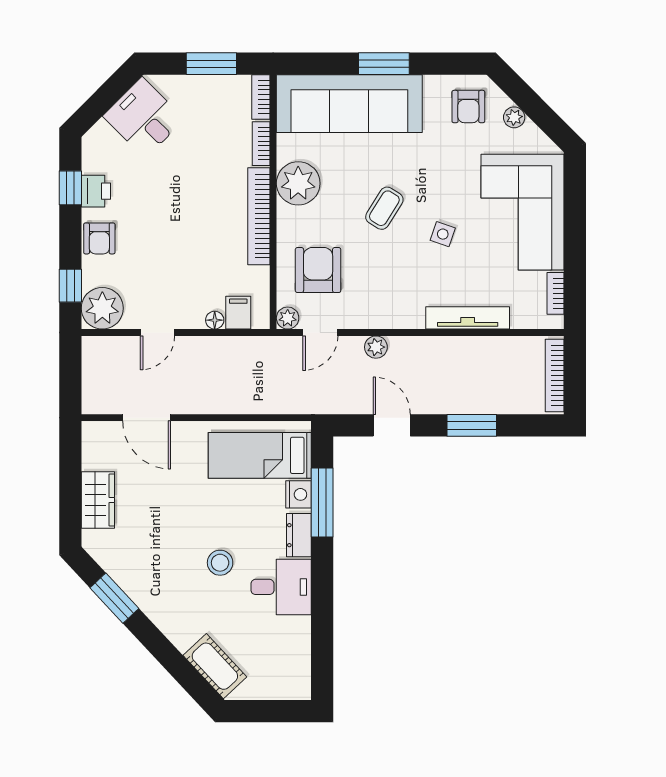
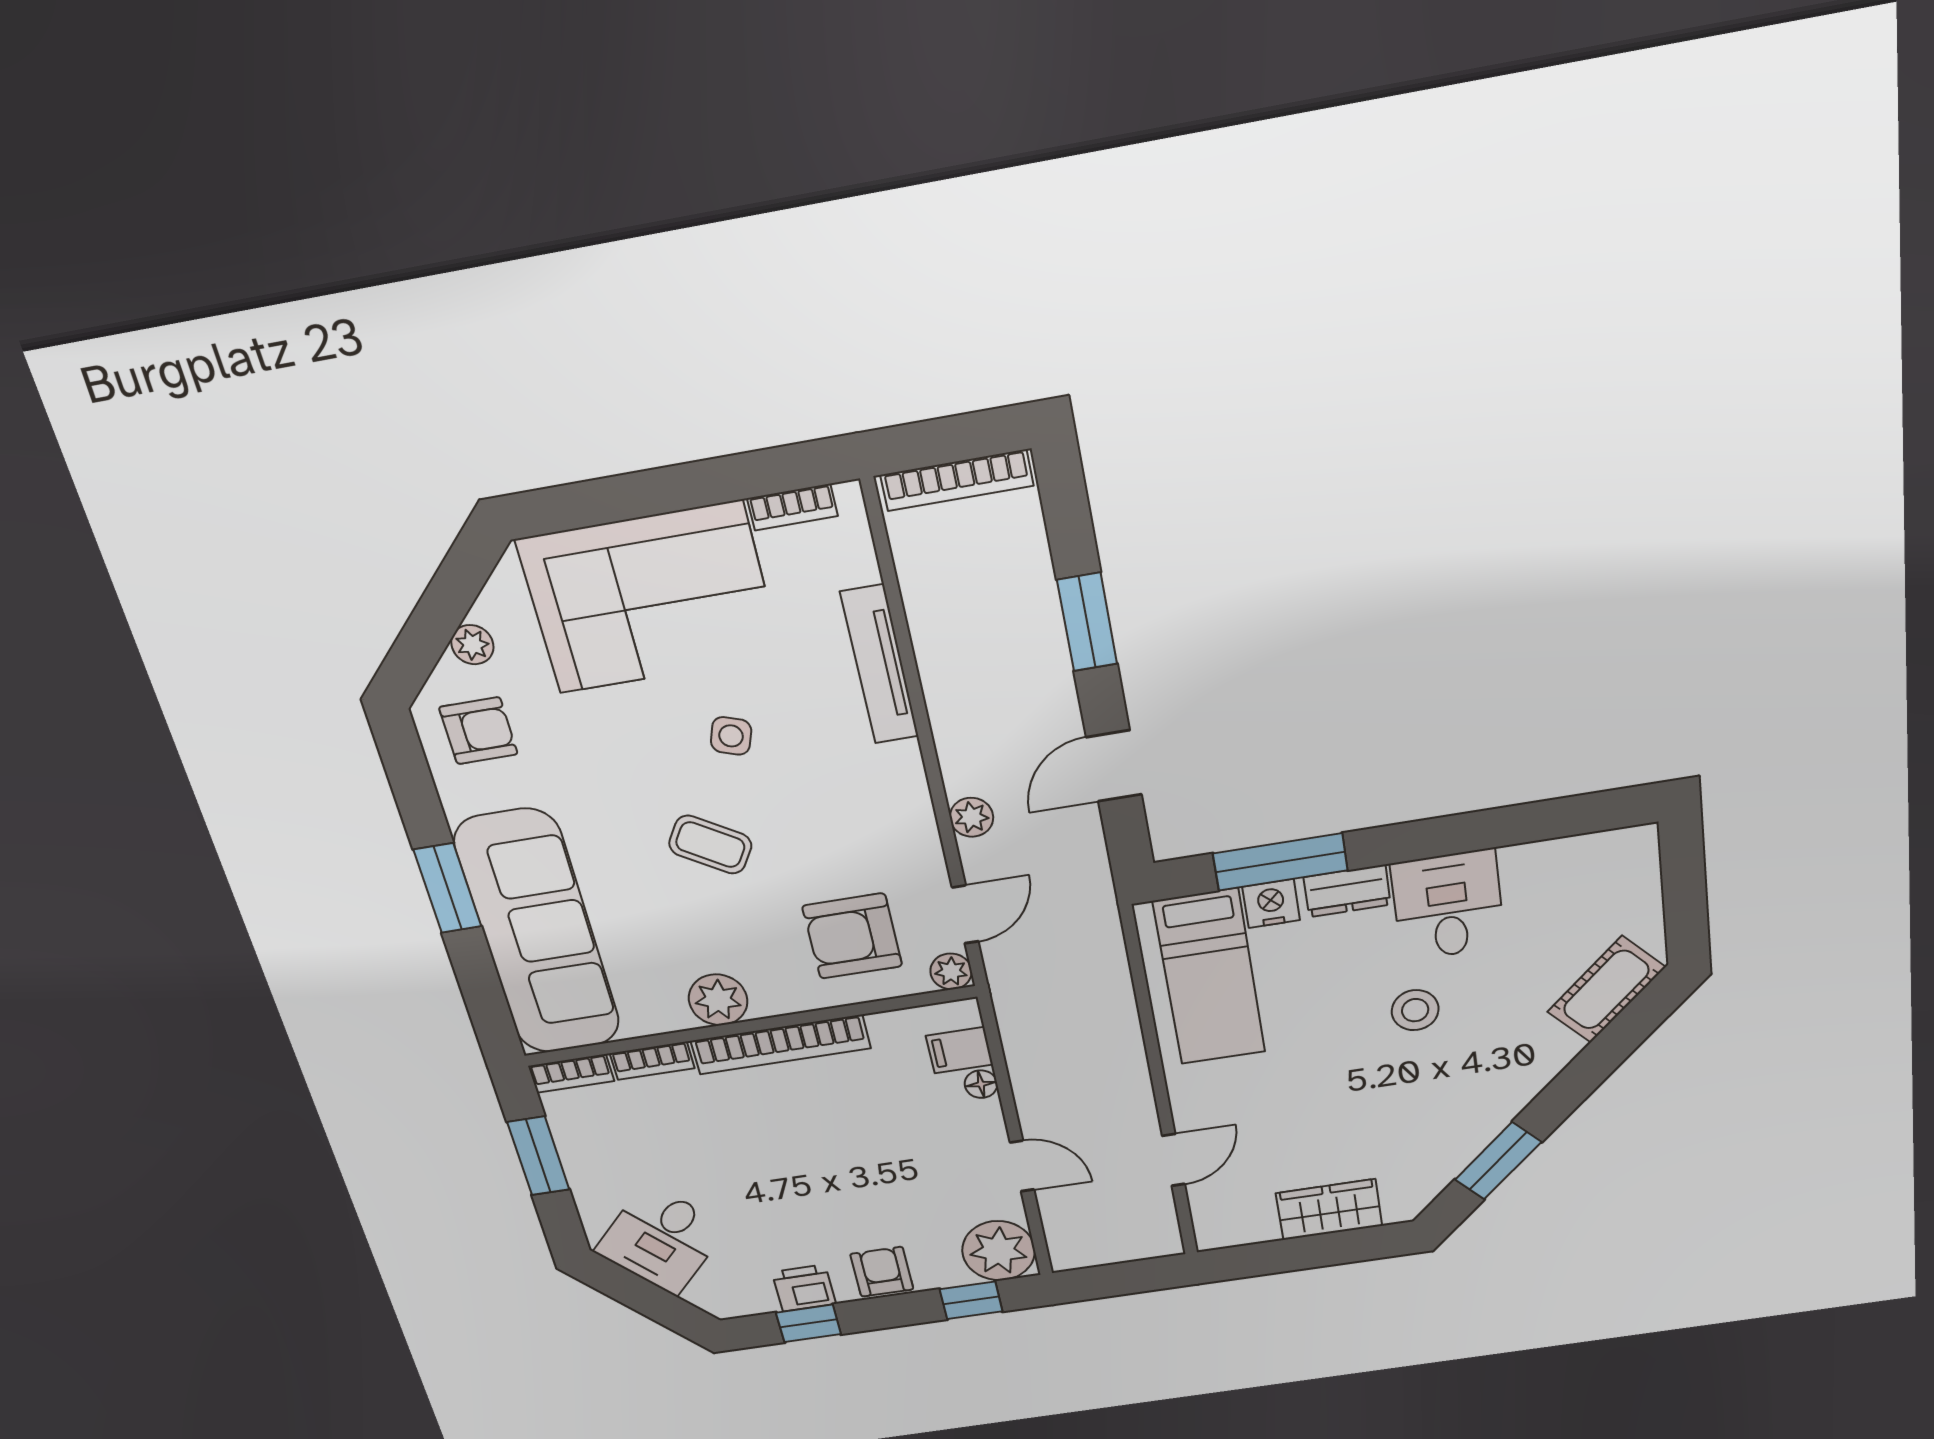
plant: (298, 183) -> (718, 1000), width x0.73, depth x0.73
armchair: (99, 238) -> (882, 1272), turned -90
door: (320, 332) -> (965, 914), hinge flipped
door: (147, 418) -> (1174, 1160), width x0.73

